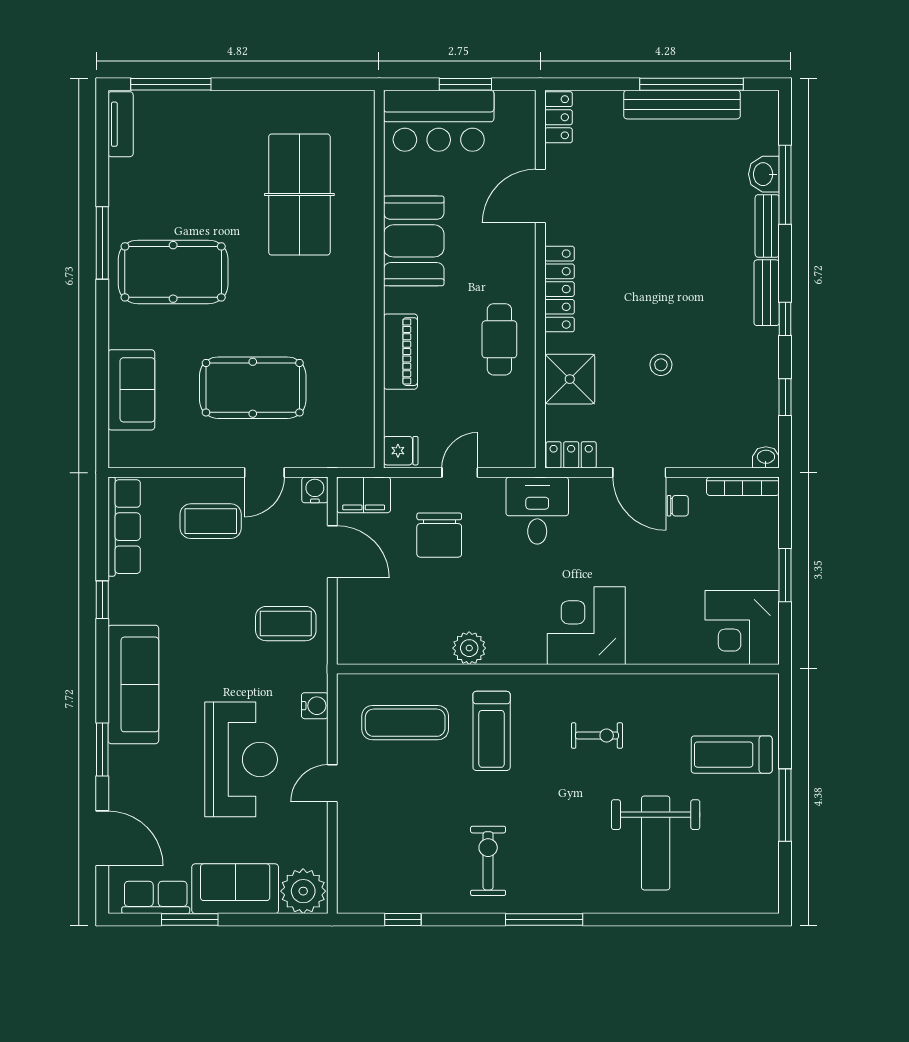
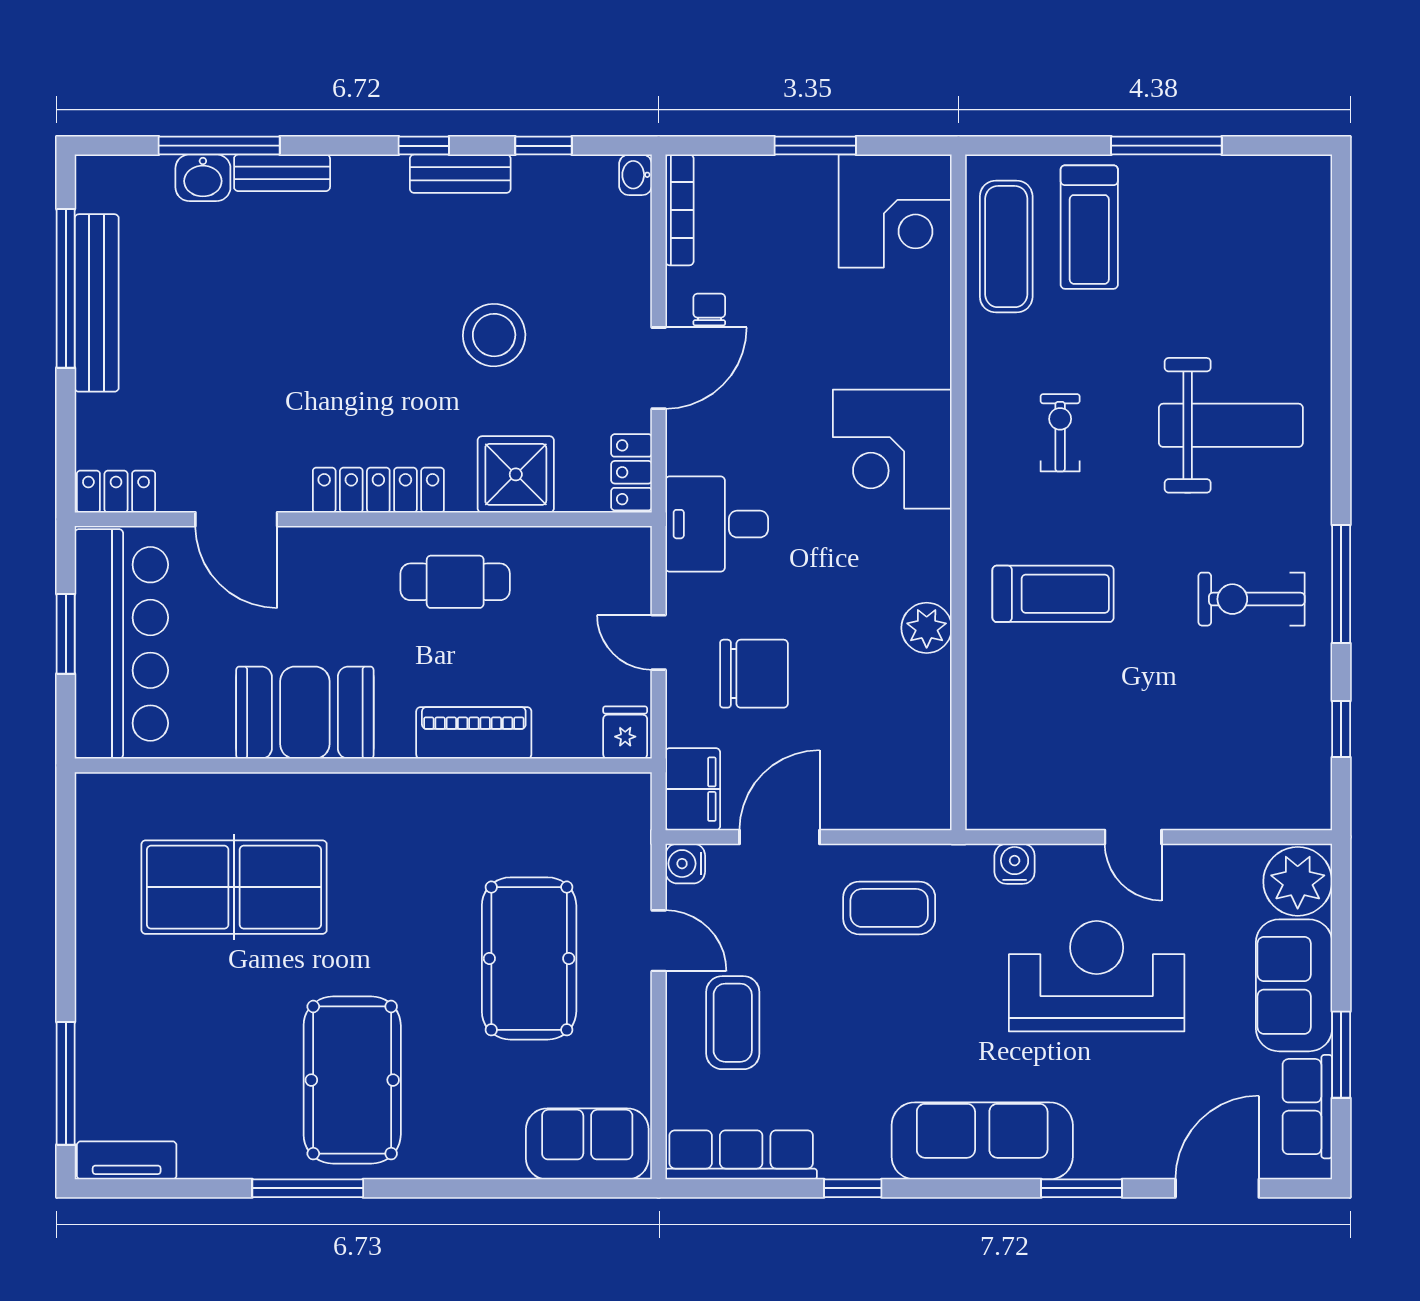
bar counter: (439, 121) -> (121, 644), width x1.36
bench: (767, 293) -> (460, 174), moved
stool: (661, 365) -> (494, 335), width x1.89, depth x1.89
sofa: (131, 390) -> (587, 1144), moved
coffee table: (286, 624) -> (889, 908), turned 90
exercise mat: (405, 723) -> (1006, 247), moved
weight bench: (656, 843) -> (1231, 425), moved
window: (544, 920) -> (1341, 584), moved

